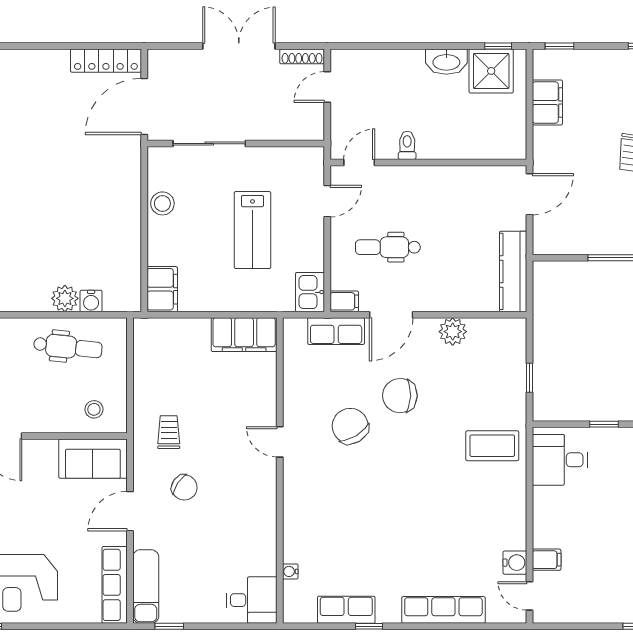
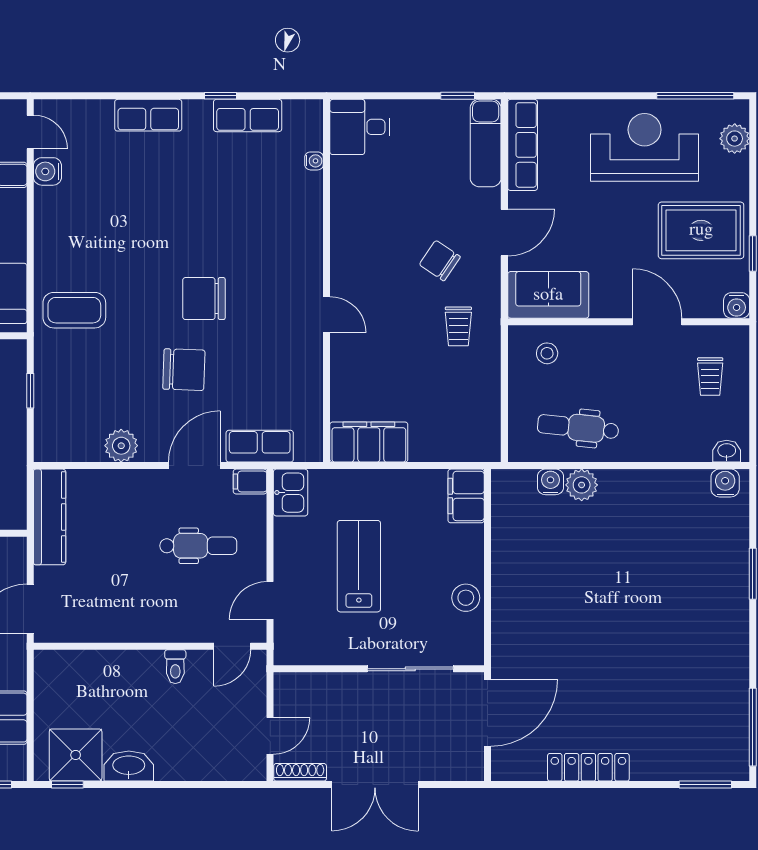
locker: (106, 61) -> (588, 767), moved
chair: (350, 426) -> (204, 299), moved, turned 121
row of seats: (443, 610) -> (148, 115), width x0.68

